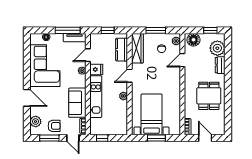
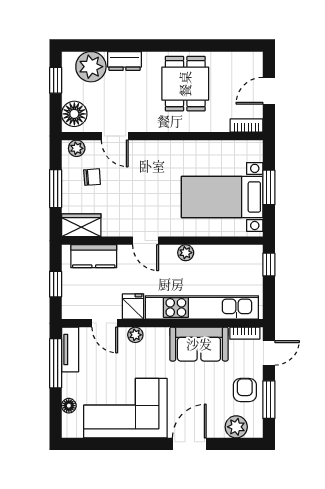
wardrobe: (137, 48) -> (81, 225), width x0.67
dining table: (209, 96) -> (185, 84), turned 90
kitchen unit: (96, 97) -> (202, 307), width x1.36
window: (102, 138) -> (269, 265), moved

